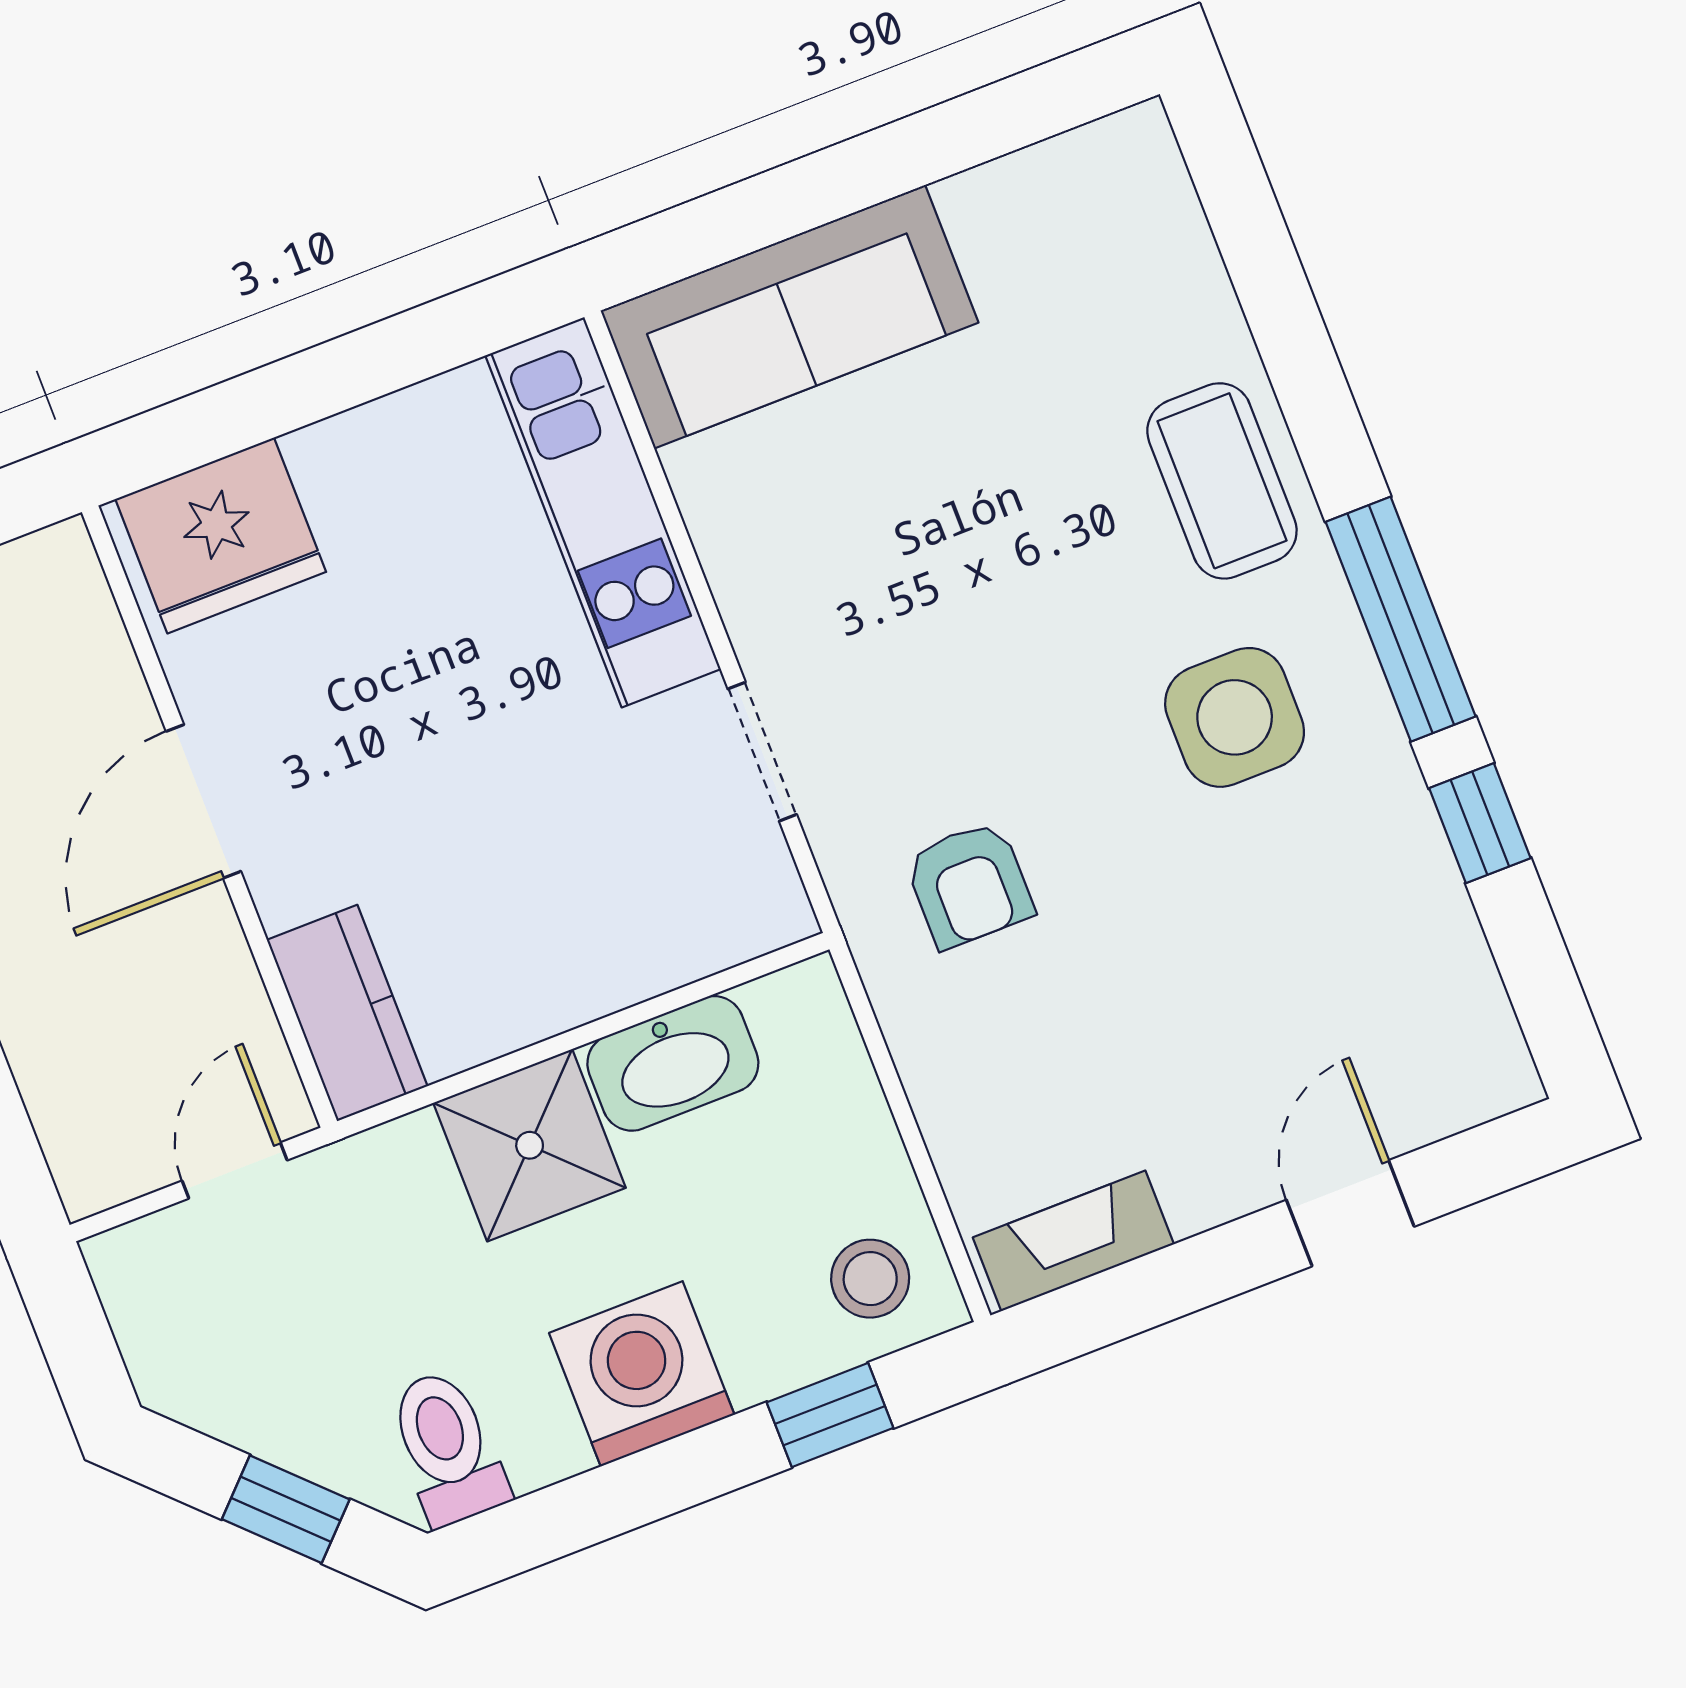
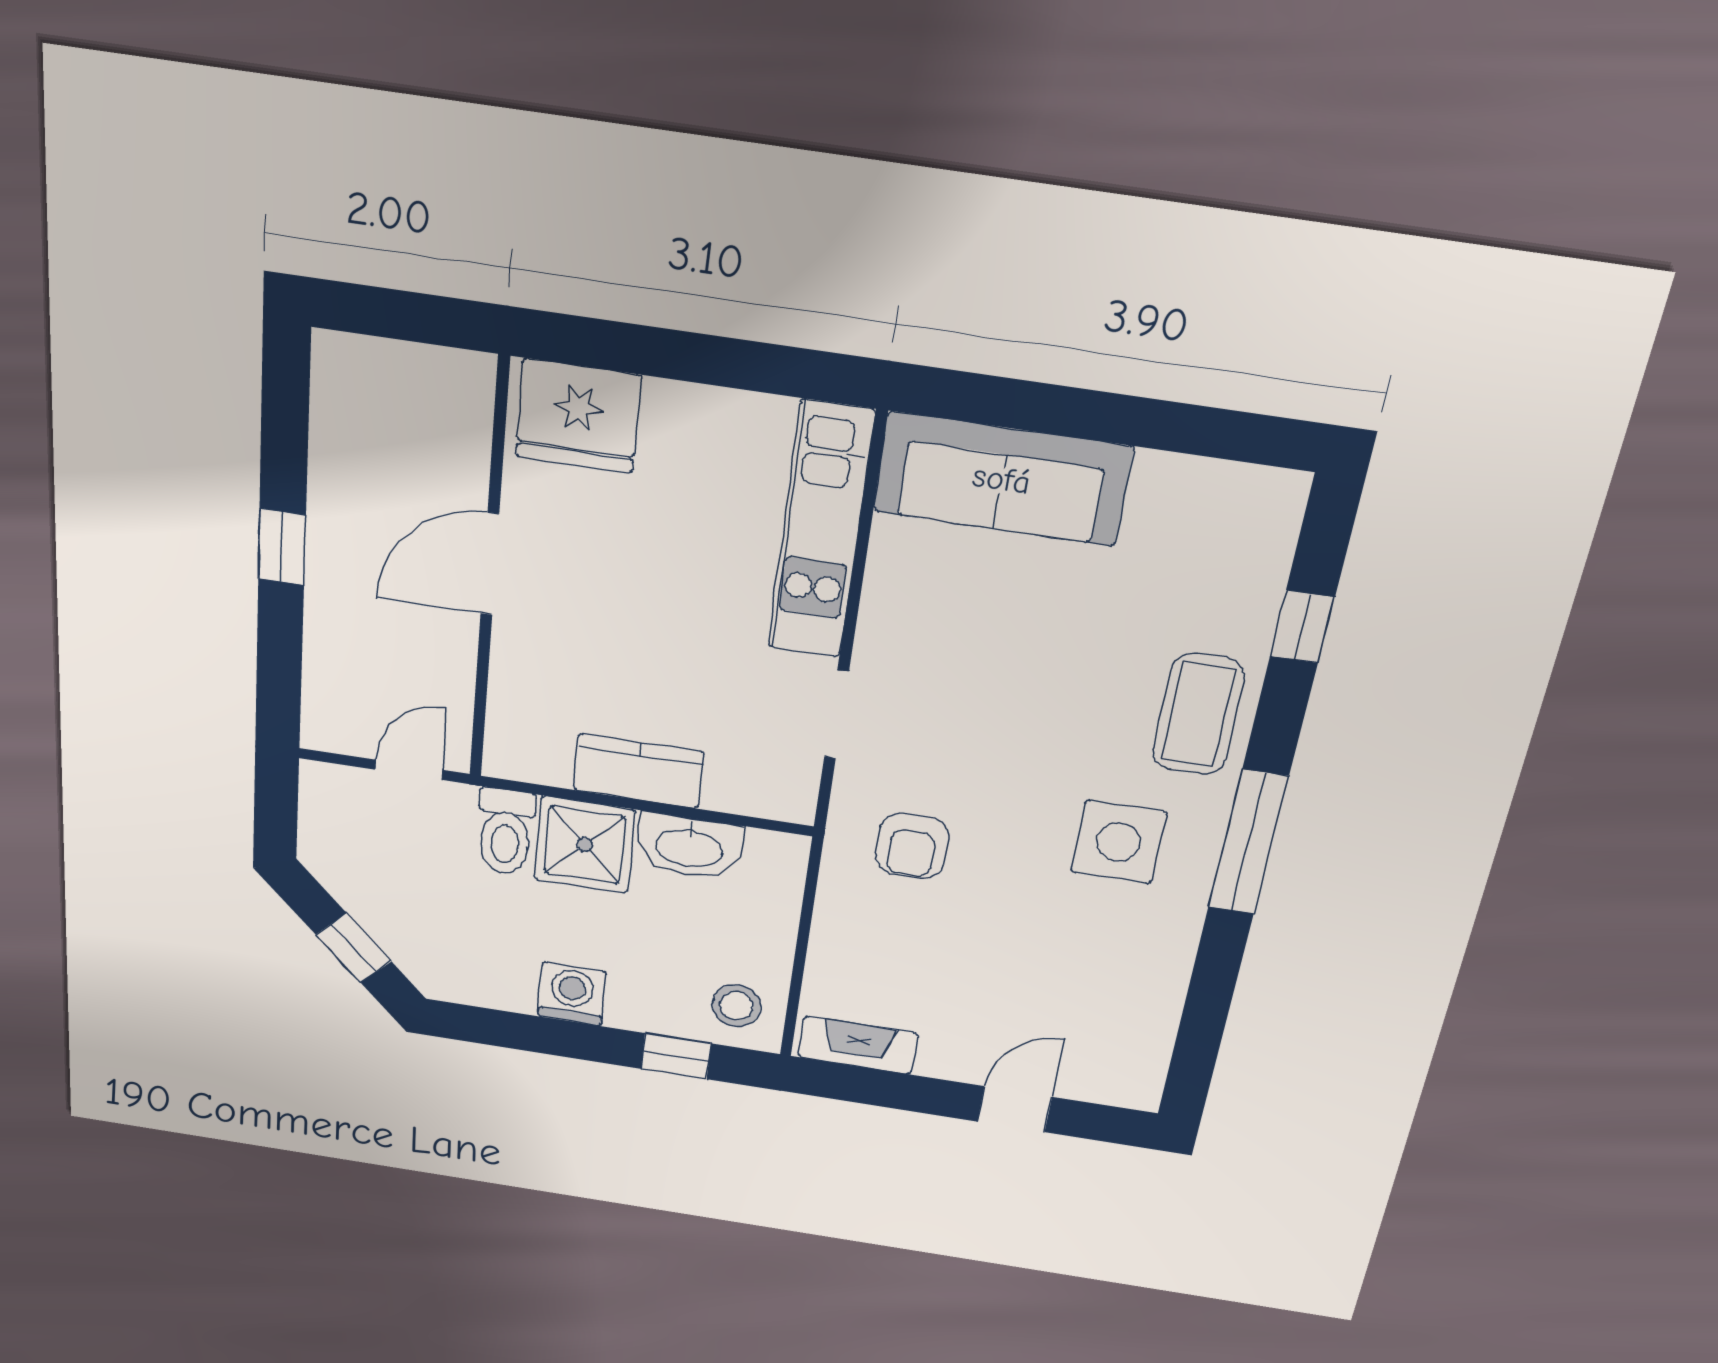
window: (1480, 823) -> (1302, 627), moved
kitchen counter: (347, 1013) -> (638, 771), moved, turned -90
washing machine: (642, 1374) -> (572, 994), width x0.73, depth x0.73
toilet: (447, 1448) -> (505, 832), moved, turned 180

